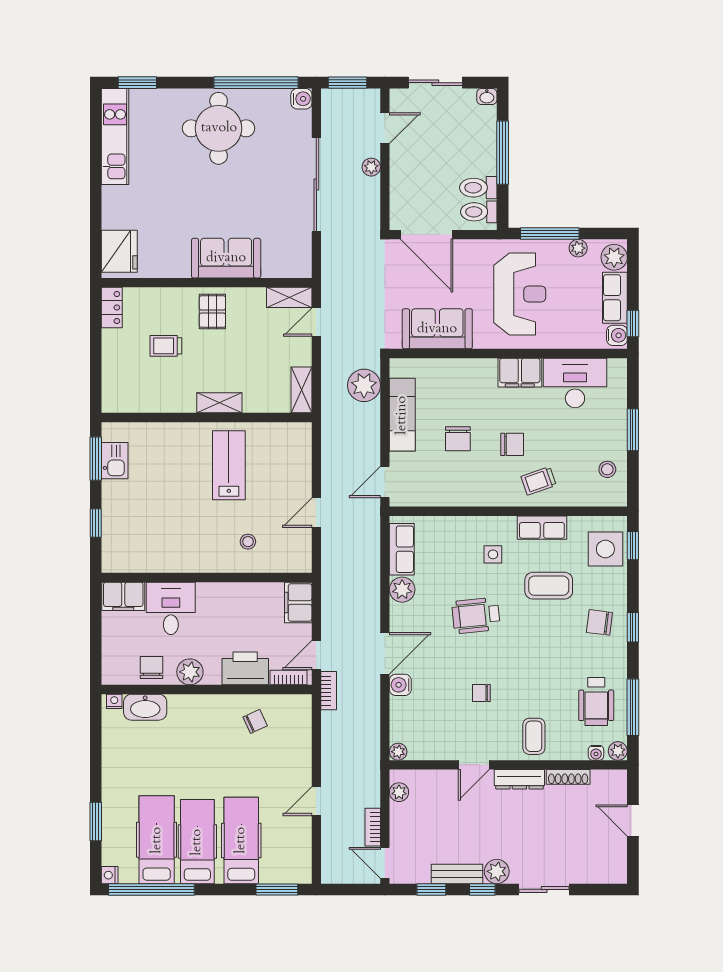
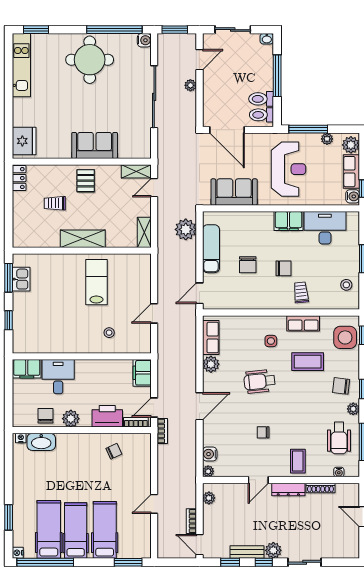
shelving: (219, 403) -> (83, 239), width x1.50, depth x1.33
trolley: (539, 481) -> (301, 292), turned 103
water cooler: (400, 685) -> (210, 454), moved
plant: (618, 751) -> (353, 409), moved

